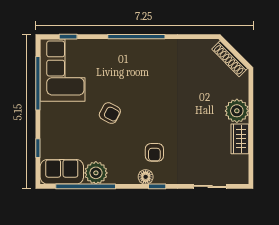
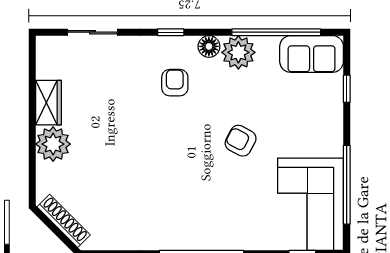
plant: (96, 173) -> (238, 52), moved
floor lamp: (146, 177) -> (209, 46), moved

